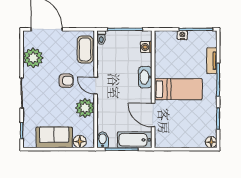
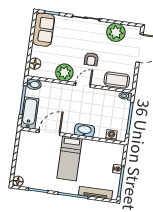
tv unit: (212, 61) -> (96, 193), width x1.41
sofa: (54, 137) -> (44, 30), moved

